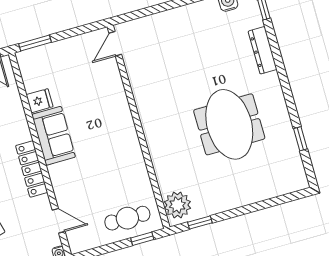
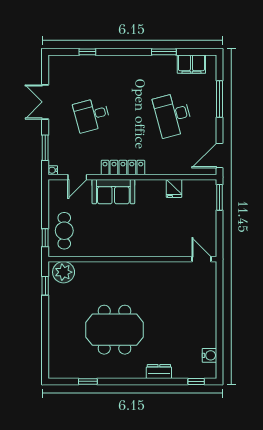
dresser: (263, 50) -> (159, 371), width x0.70
sofa: (54, 136) -> (113, 192), moved

